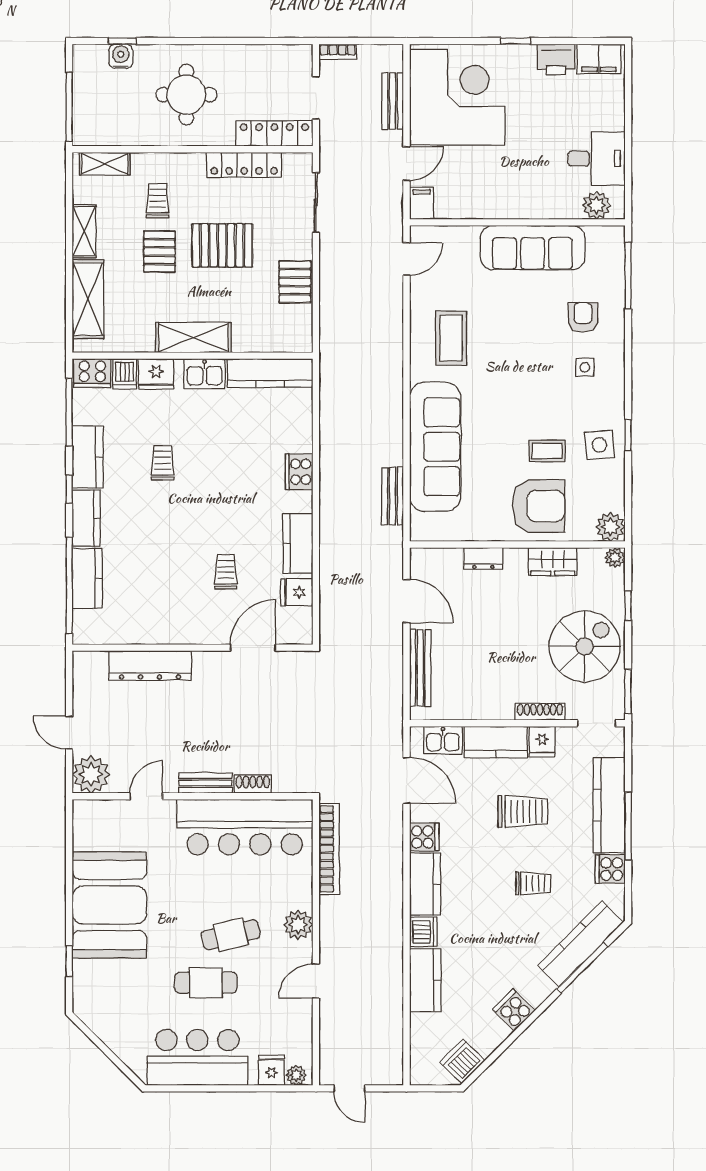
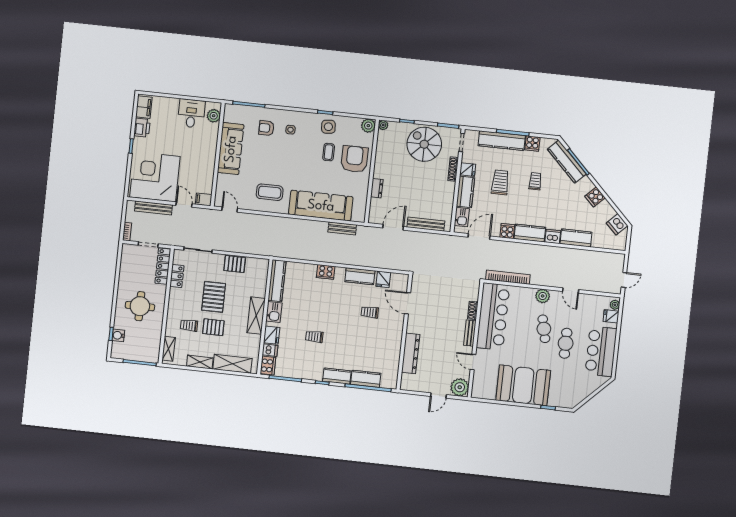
bench: (393, 101) -> (153, 208), width x1.36
locker: (244, 165) -> (177, 276), width x0.66
kitchen counter: (88, 457) -> (308, 372), removed
wardrobe: (553, 561) -> (382, 155), removed

